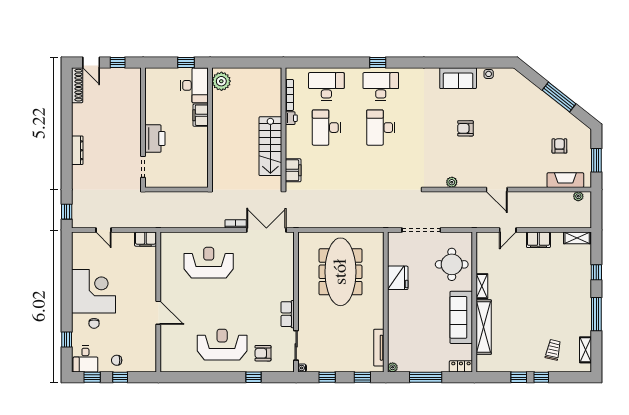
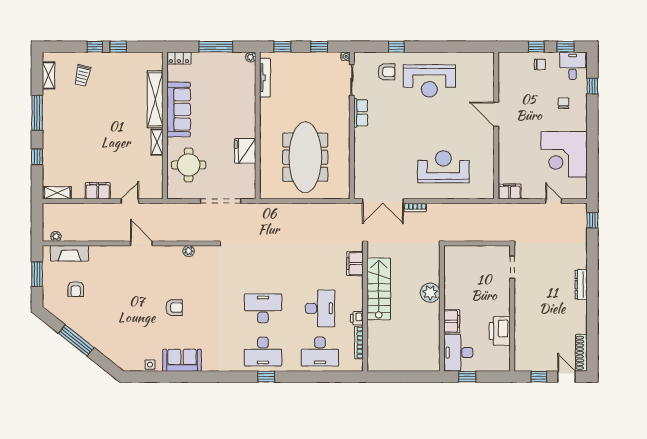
plant: (221, 81) -> (430, 293), moved
desk: (381, 128) -> (263, 308), turned -90
printer: (155, 139) -> (500, 331), moved
reception desk: (209, 263) -> (443, 167), turned 180
corner desk: (94, 291) -> (564, 154), moved

